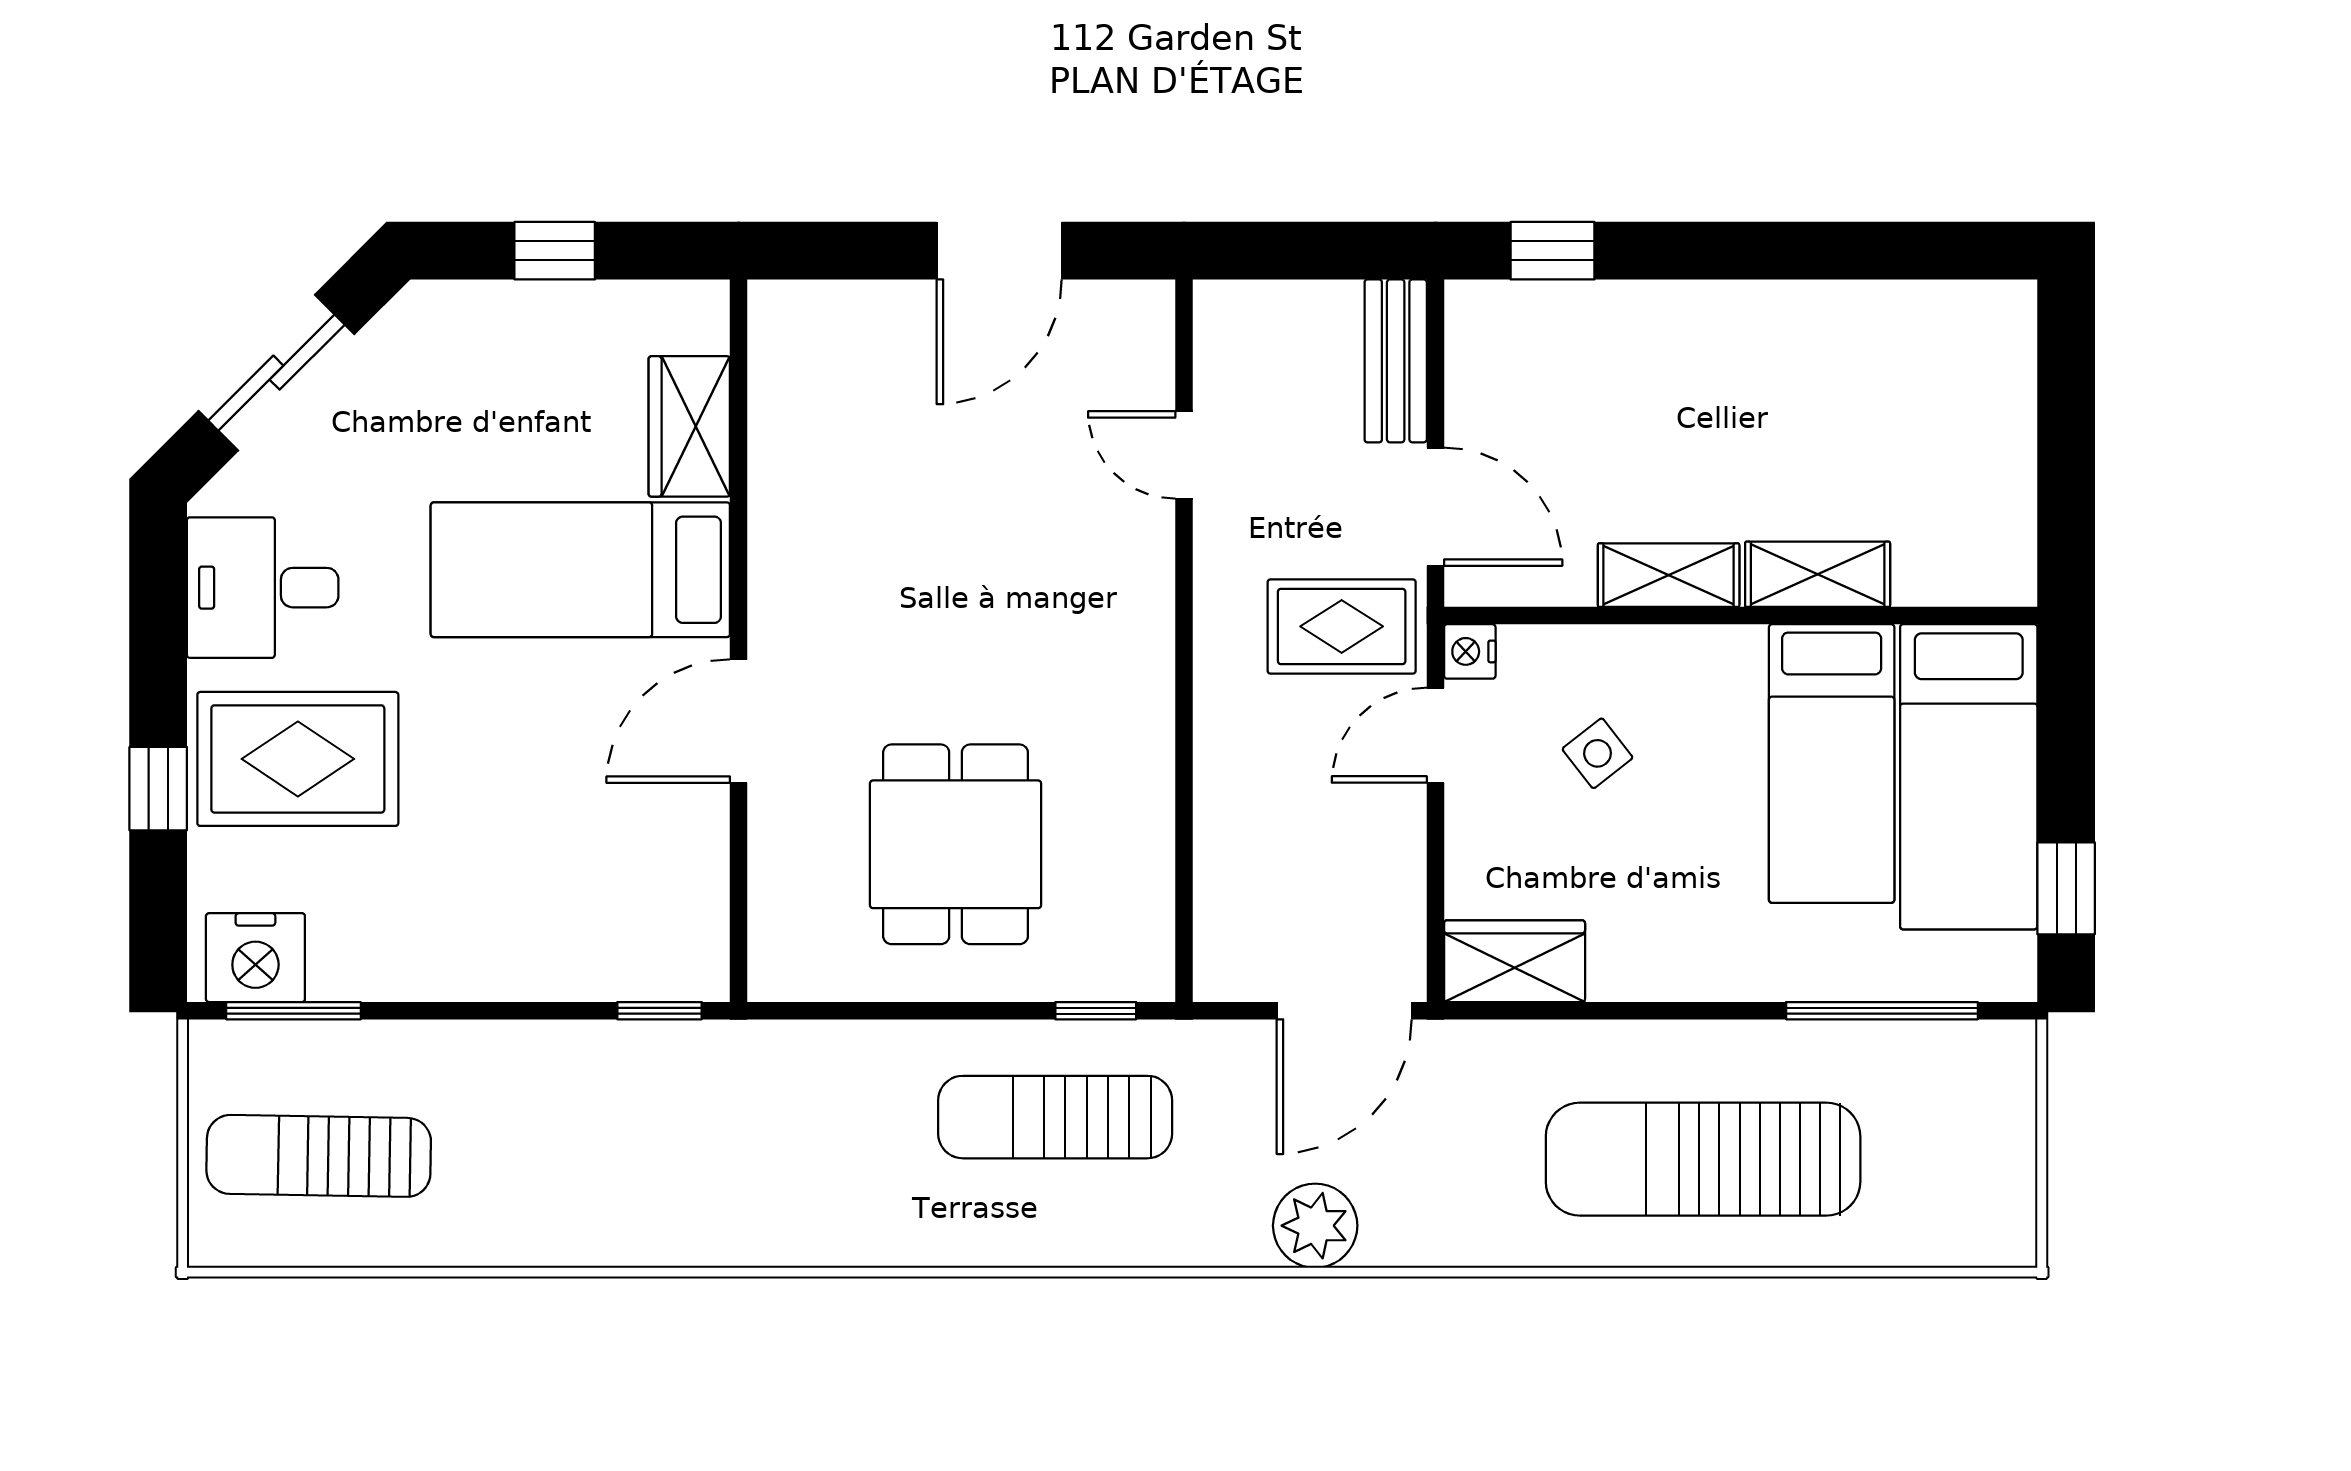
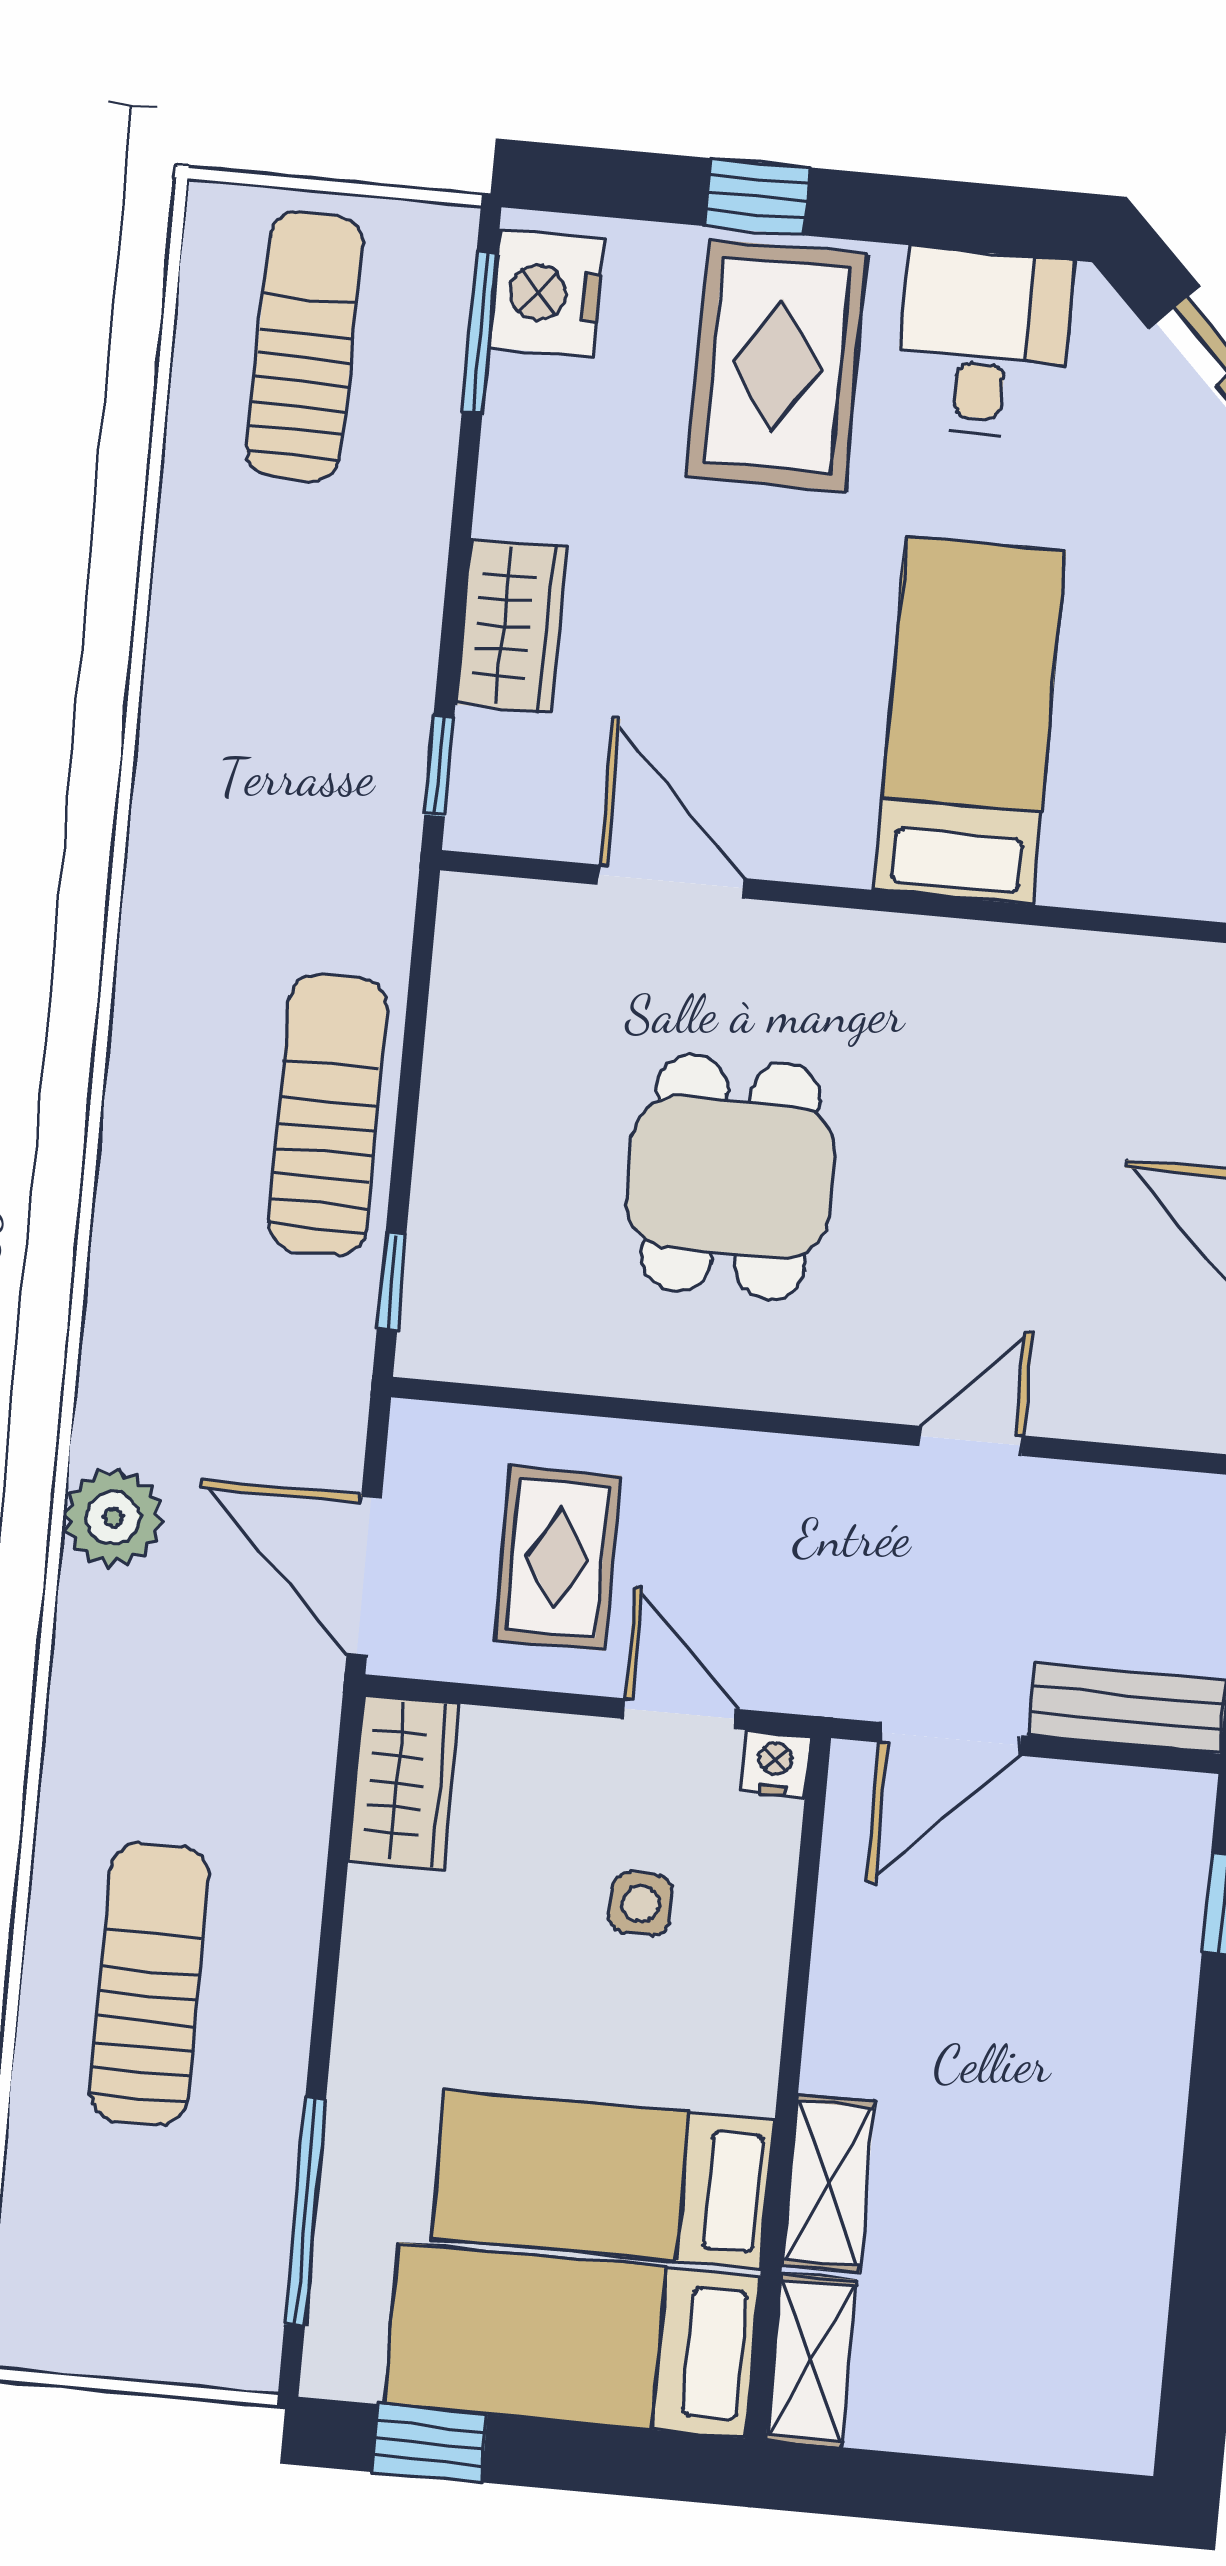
wardrobe: (689, 426) -> (511, 626), moved, turned 90
door: (1184, 455) -> (971, 1441), moved
shelving: (1669, 575) -> (811, 2360), moved
rug: (1342, 626) -> (557, 1558), moved
door: (739, 721) -> (671, 881), moved
side table: (1598, 753) -> (641, 1904), turned 38
dining table: (956, 844) -> (731, 1177), moved, turned 90
sun lounger: (1055, 1117) -> (328, 1115), moved
sun lounger: (1703, 1159) -> (149, 1984), width x0.73, depth x0.75

